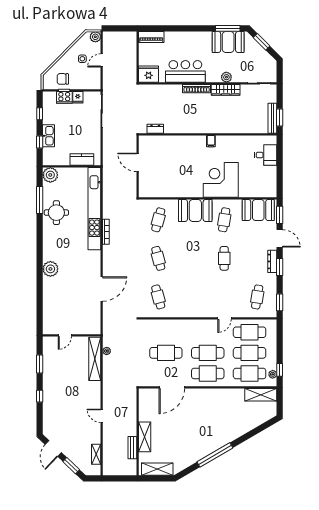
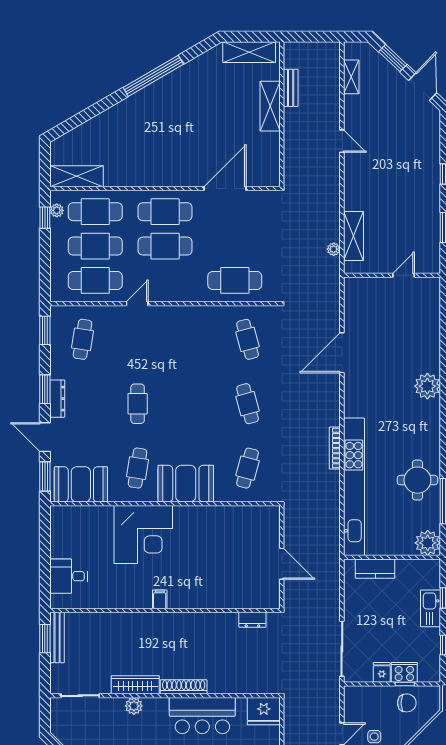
cafe table: (166, 353) -> (235, 280), moved
shelving: (95, 359) -> (353, 236), width x0.68

